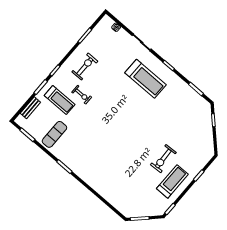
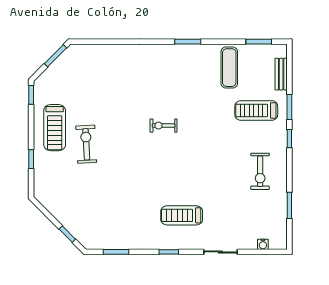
treadmill: (145, 79) -> (182, 215), width x0.73, depth x0.73
exercise bike: (82, 95) -> (164, 126), moved

